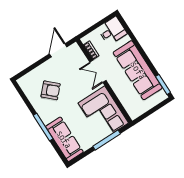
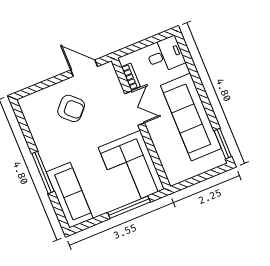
door: (58, 50) -> (84, 68), hinge flipped
double door: (98, 71) -> (135, 108), swing flipped
armchair: (51, 90) -> (71, 108), moved

